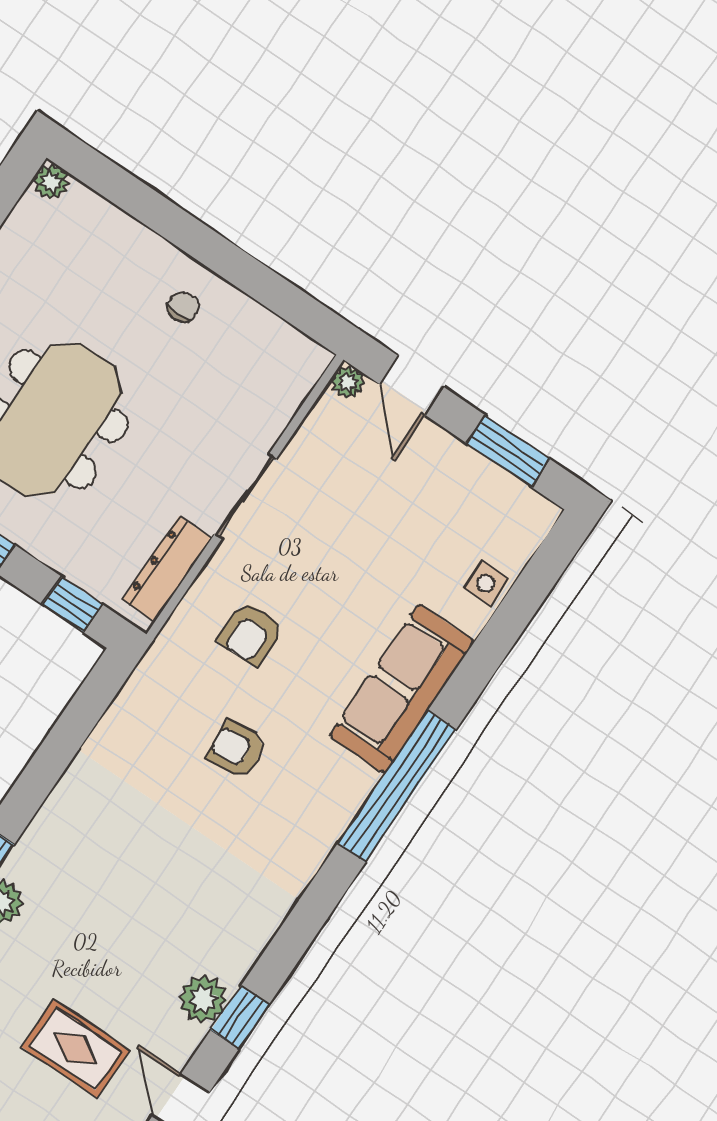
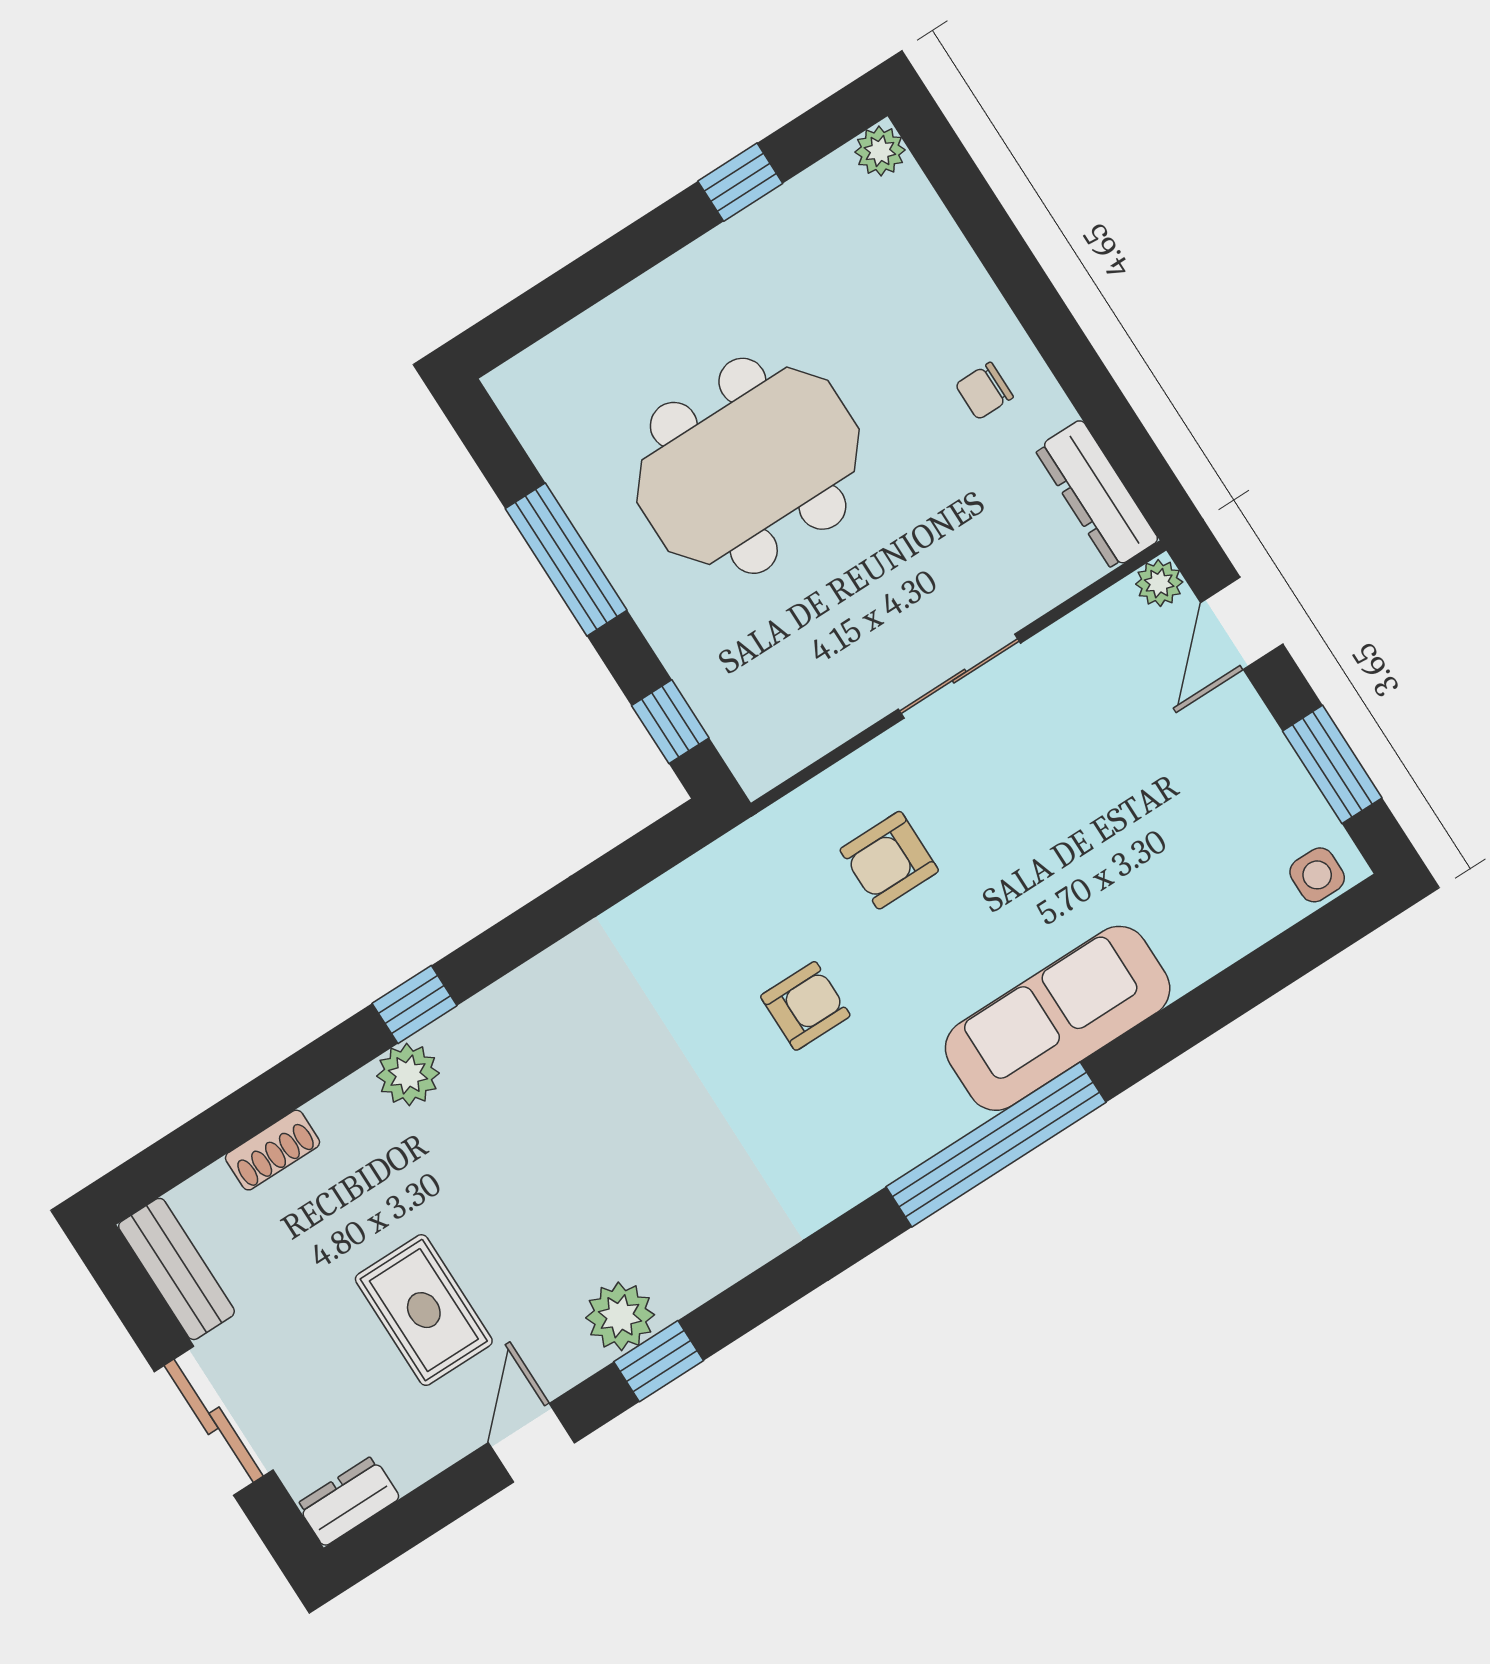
chair: (183, 307) -> (984, 391), turned 180
dresser: (167, 569) -> (1097, 495), moved, turned -90
side table: (486, 583) -> (1317, 875), moved
armchair: (237, 750) -> (805, 1006), turned 95

